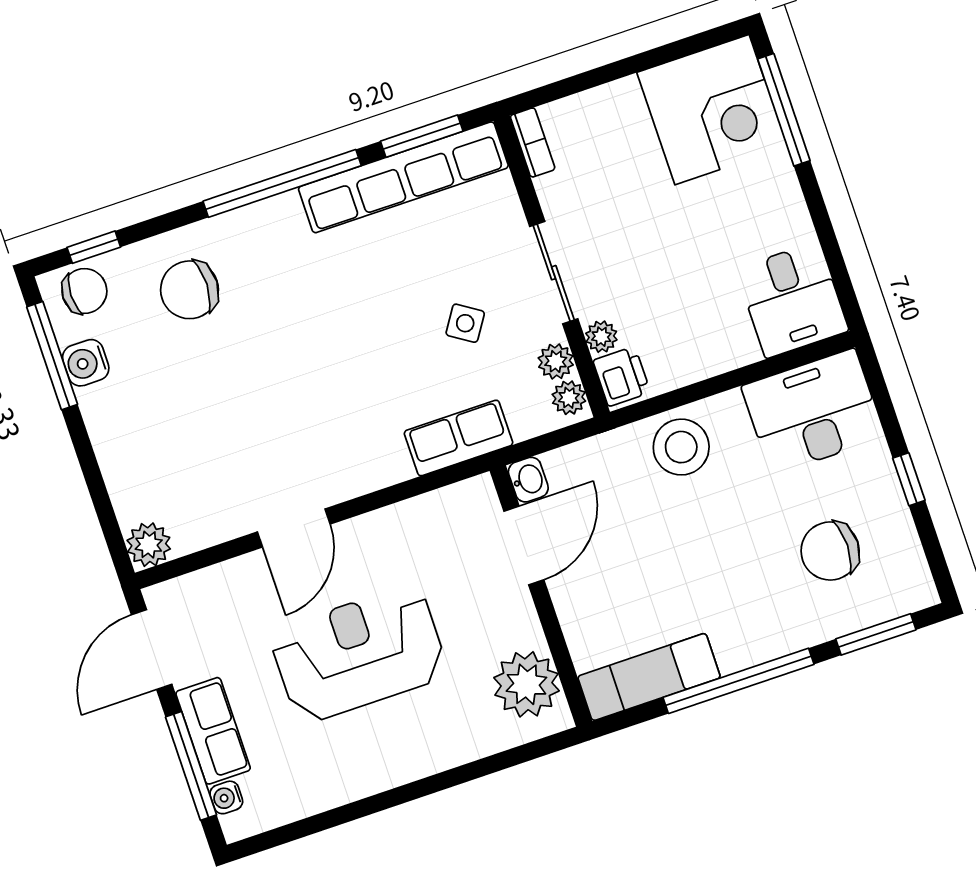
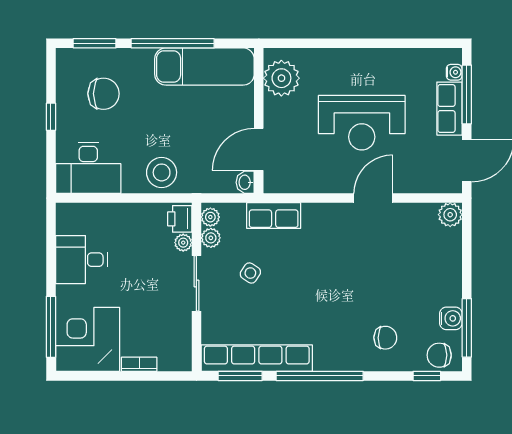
bookcase: (533, 142) -> (139, 364), moved, turned 90
chair: (190, 290) -> (385, 338), width x0.73, depth x0.73
desk: (792, 300) -> (81, 260), moved, turned -90
exam couch: (649, 677) -> (204, 67), width x1.36, depth x1.45

